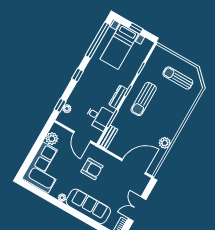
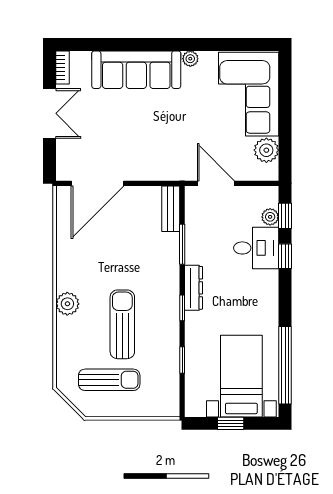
window: (78, 75) -> (285, 256), moved
sun lounger: (144, 99) -> (122, 324), moved
desk: (99, 117) -> (256, 248), moved, turned 180
plant: (165, 143) -> (67, 304), moved
armchair: (92, 169) -> (167, 138), removed

